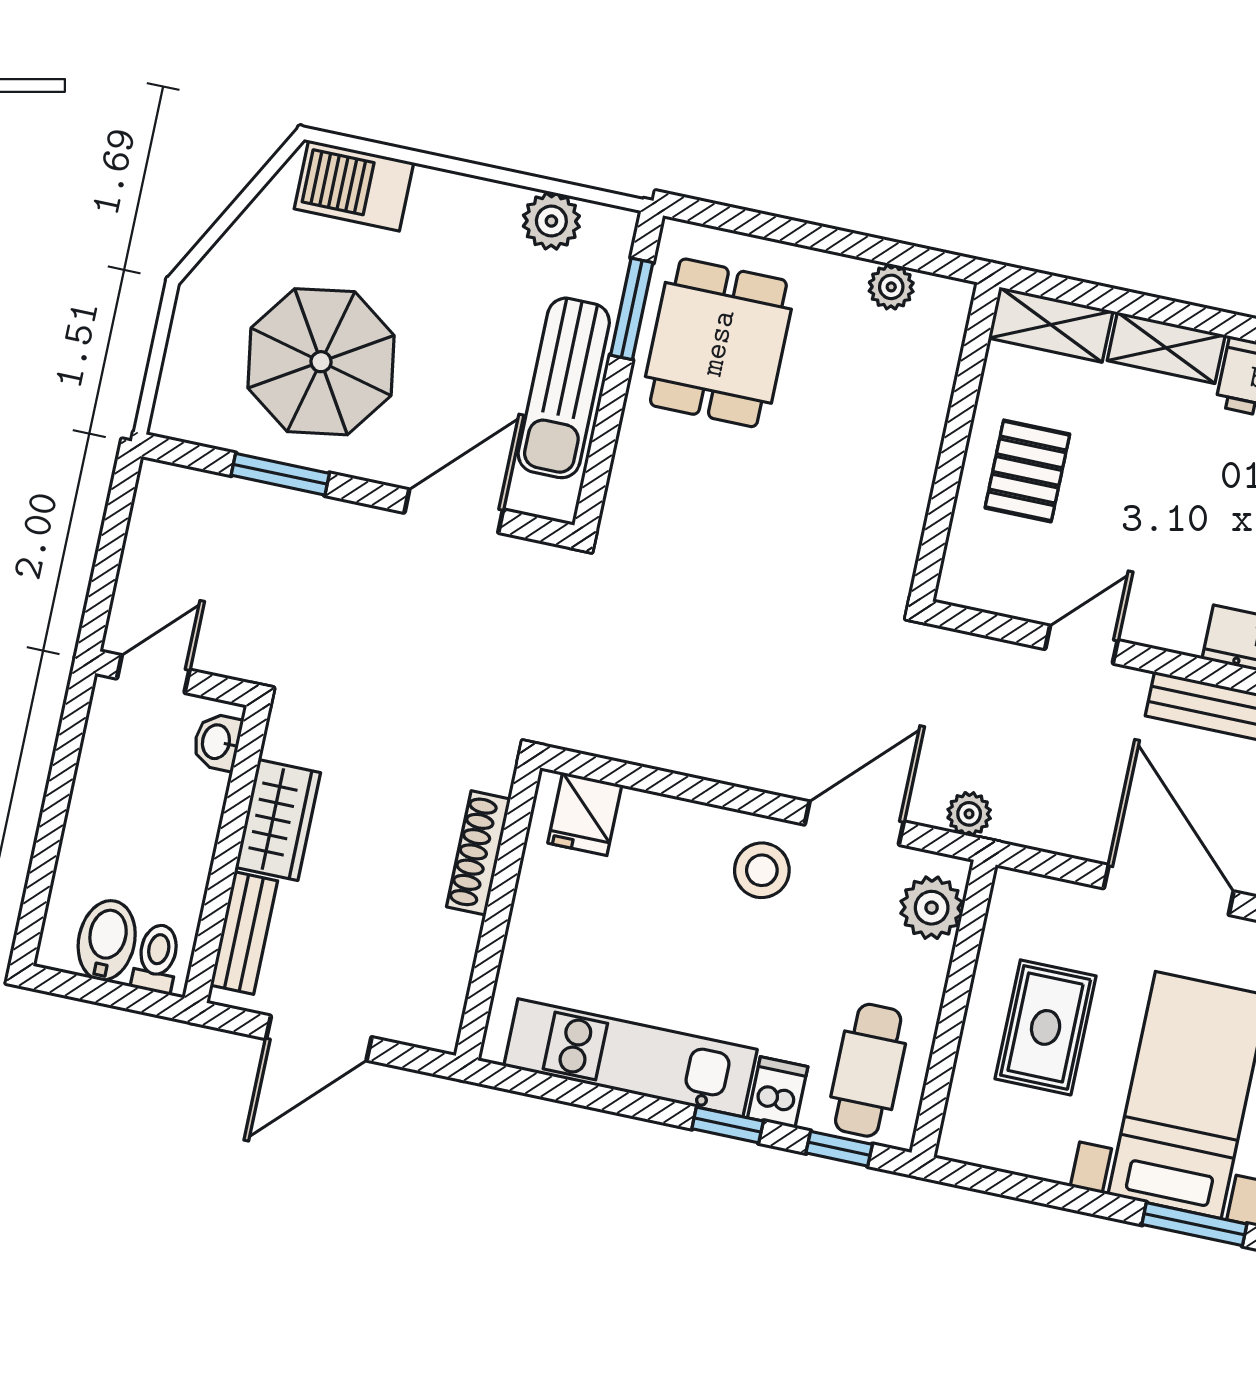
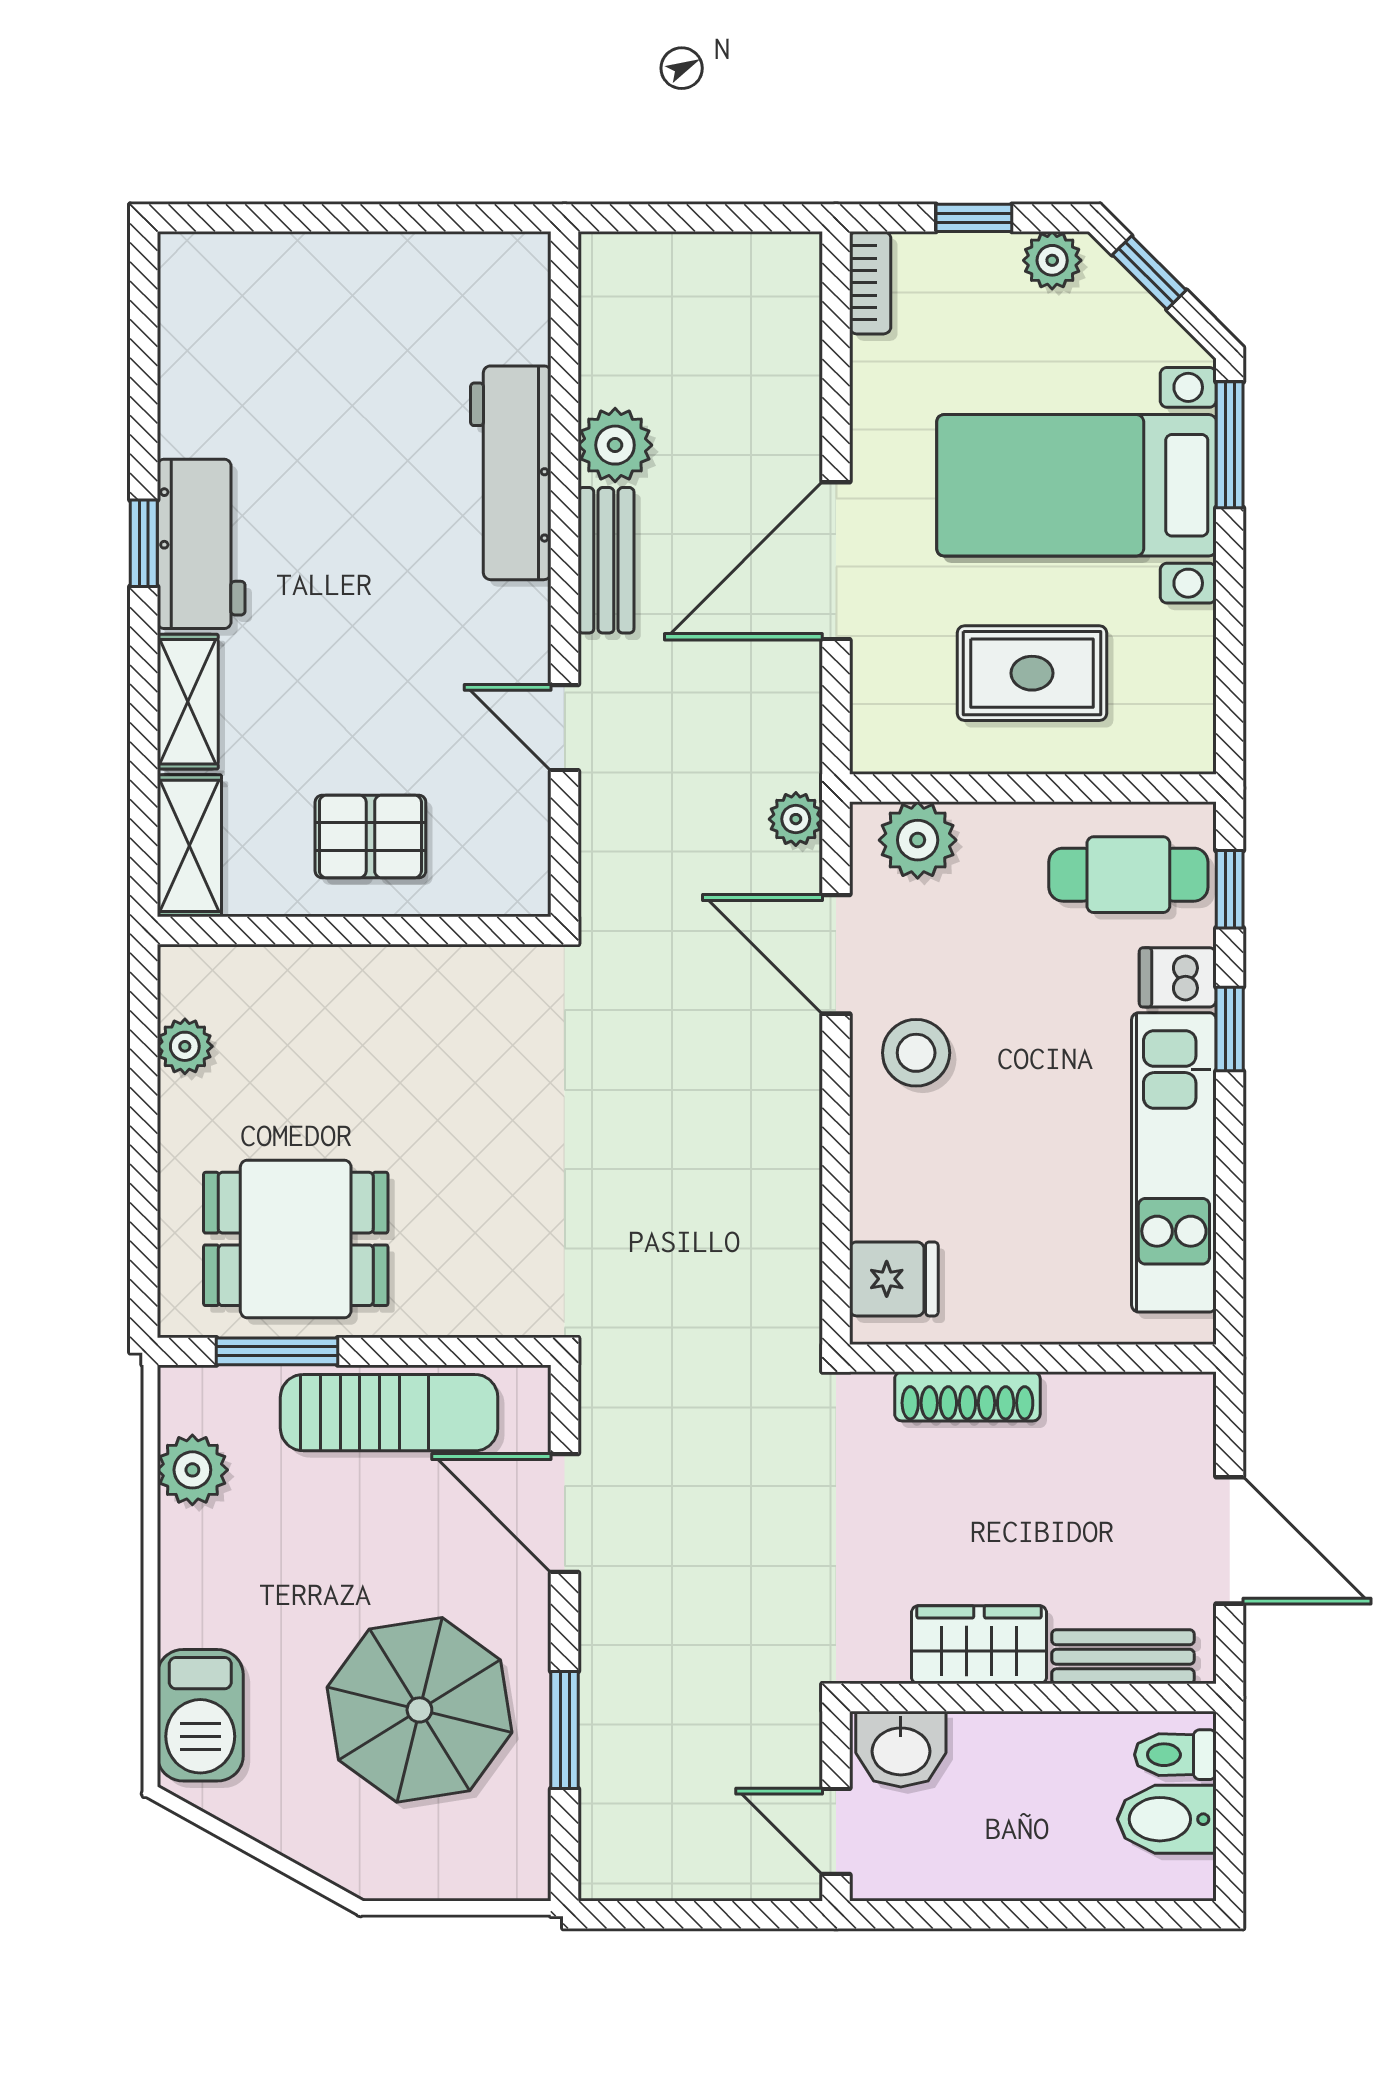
washbasin: (217, 742) -> (901, 1749), width x1.38, depth x1.45

